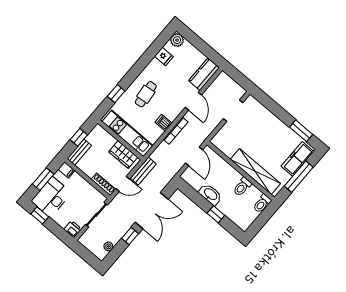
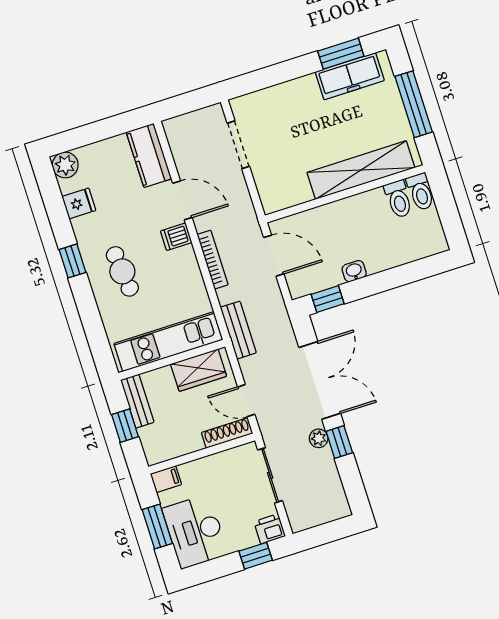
window: (116, 94) -> (72, 261), moved
dishwasher: (164, 123) -> (176, 237), moved
bench: (79, 152) -> (137, 401), moved
freezer: (297, 159) -> (350, 76), moved, turned -90
bench: (143, 171) -> (238, 330), moved
door: (123, 184) -> (246, 401), swing flipped
toilet: (242, 187) -> (398, 199), moved
washbasin: (210, 194) -> (354, 271), width x0.52, depth x0.69
window: (216, 214) -> (328, 299), moved
window: (40, 215) -> (256, 556), moved
plant: (108, 246) -> (319, 438), moved

